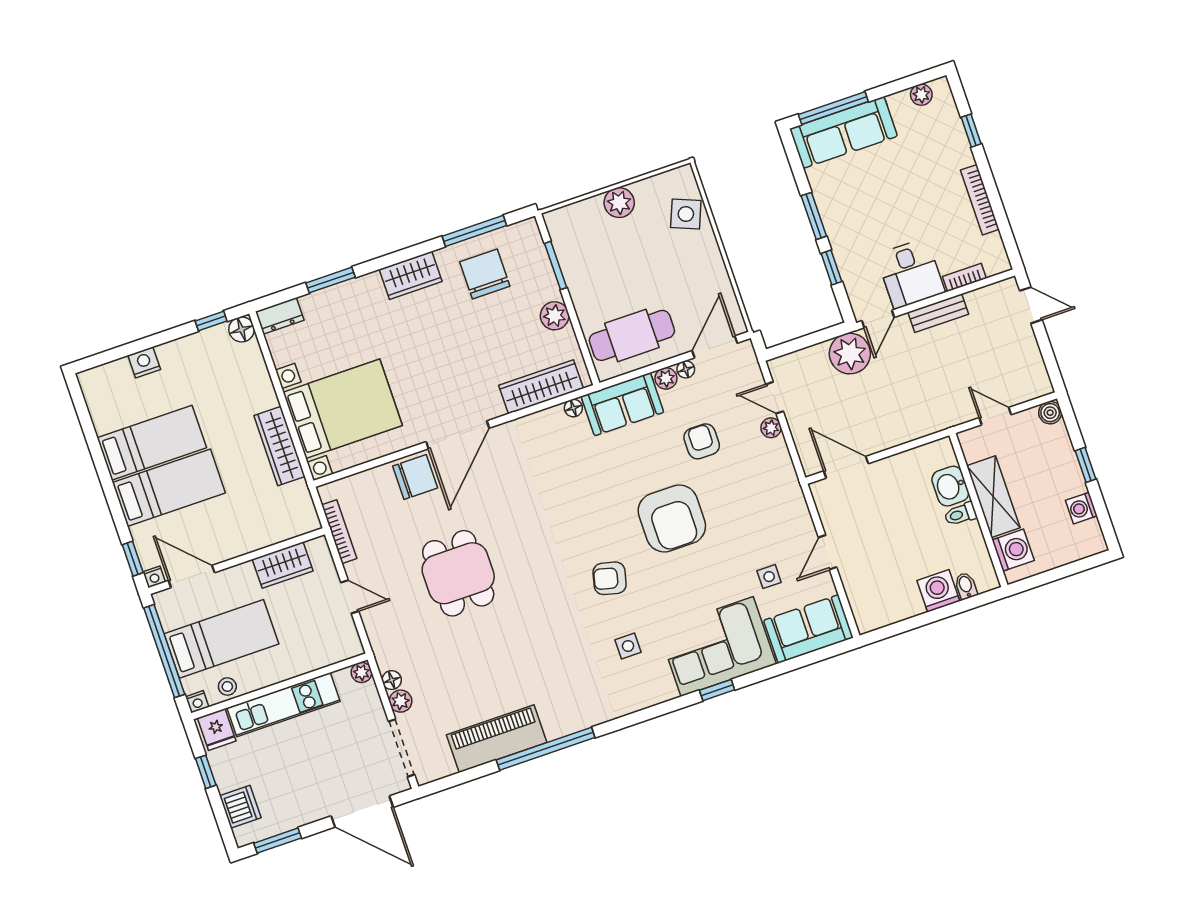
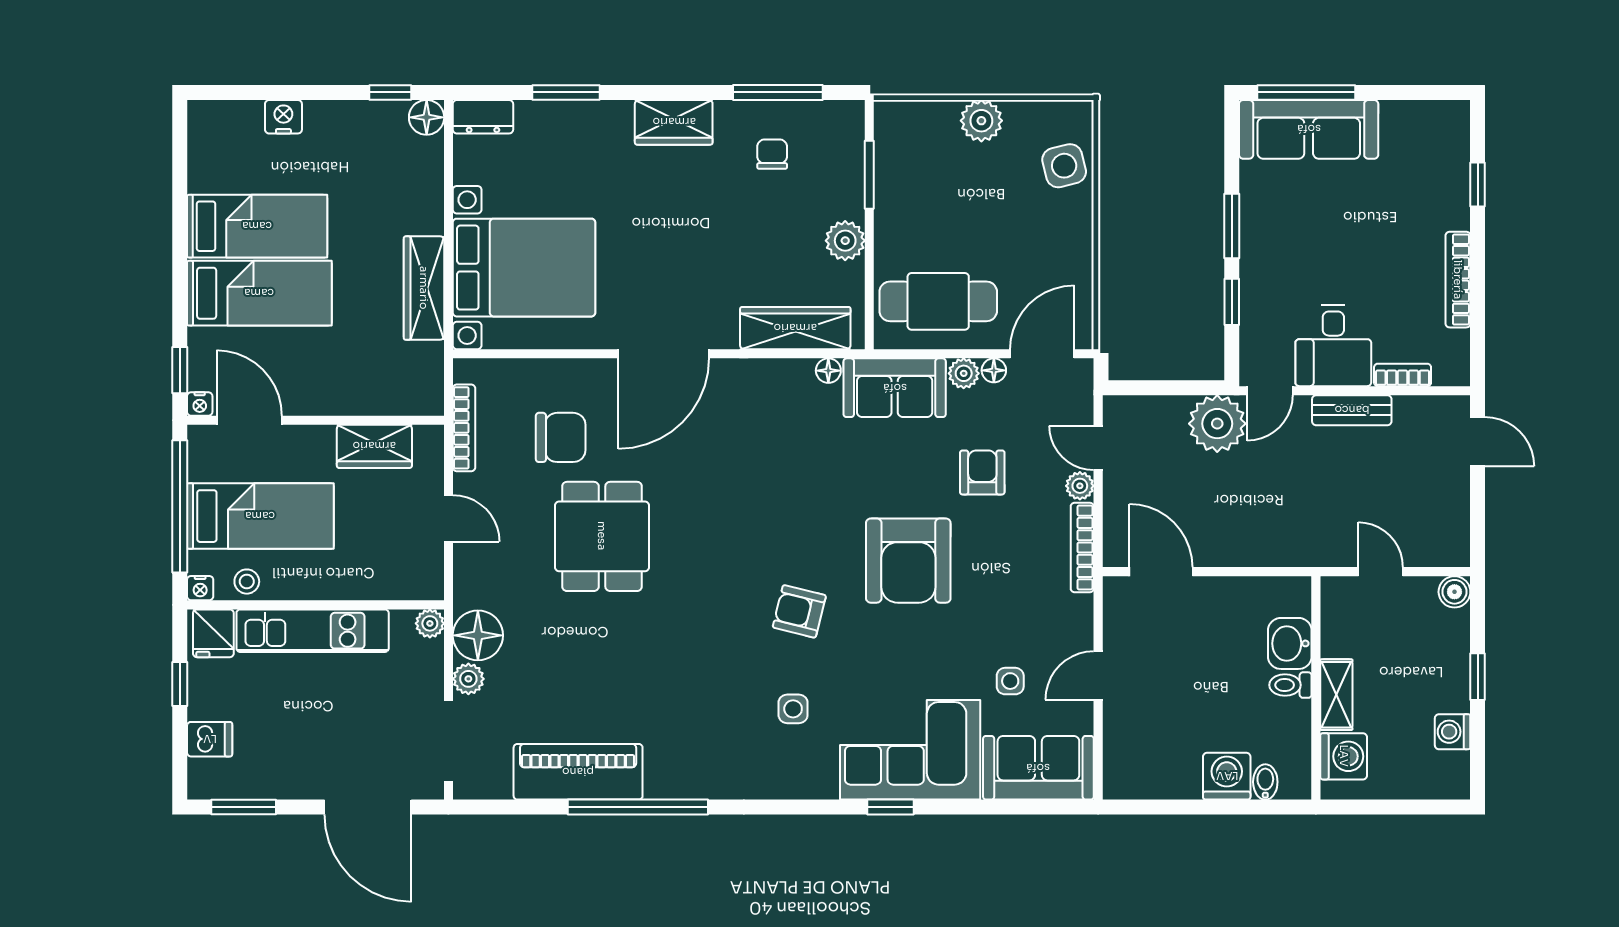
plant: (921, 95) -> (1428, 115), removed
side table: (686, 214) -> (1064, 166), turned -36
chair: (485, 274) -> (772, 154), width x0.54, depth x0.54
bookcase: (787, 469) -> (1082, 547), added
chair: (415, 477) -> (561, 437), moved
shelving: (993, 497) -> (1336, 695), width x0.67, depth x0.75
floor lamp: (392, 680) -> (478, 635), width x1.89, depth x1.89
dishwasher: (240, 807) -> (210, 739), width x0.73

